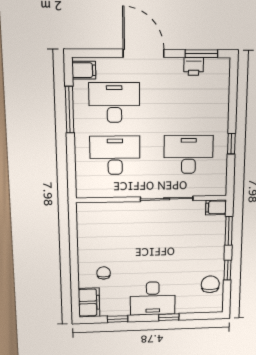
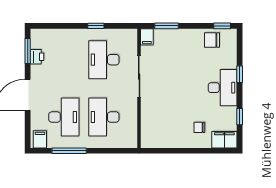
desk: (114, 103) -> (64, 117), turned 180
window: (227, 270) -> (222, 26), moved

